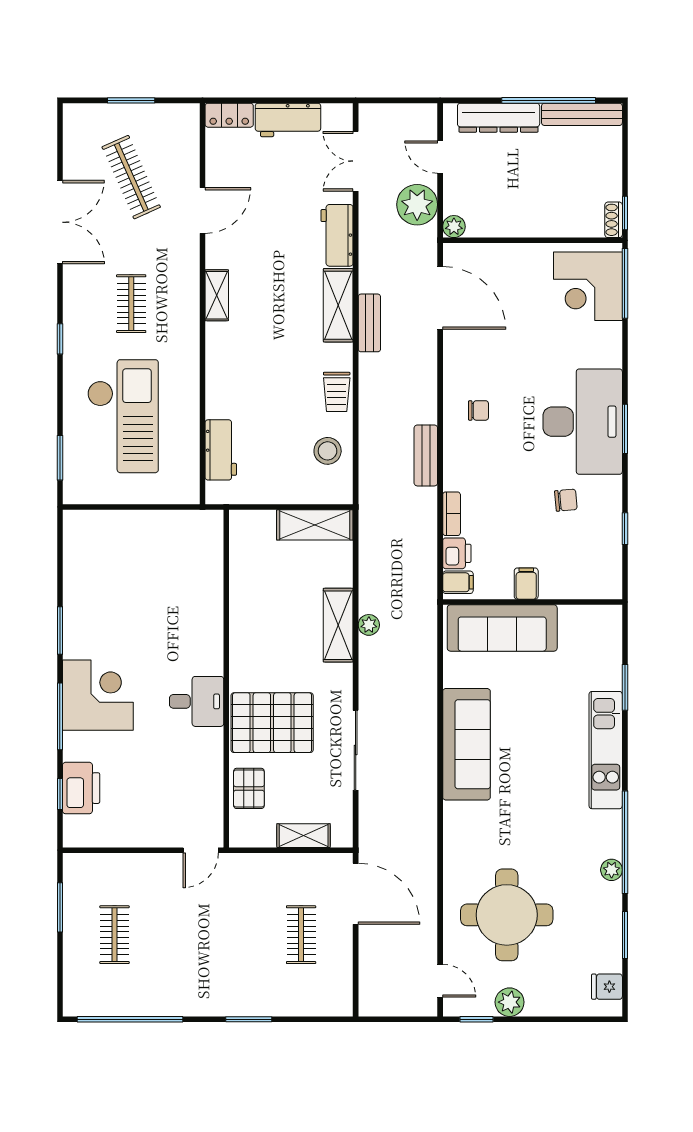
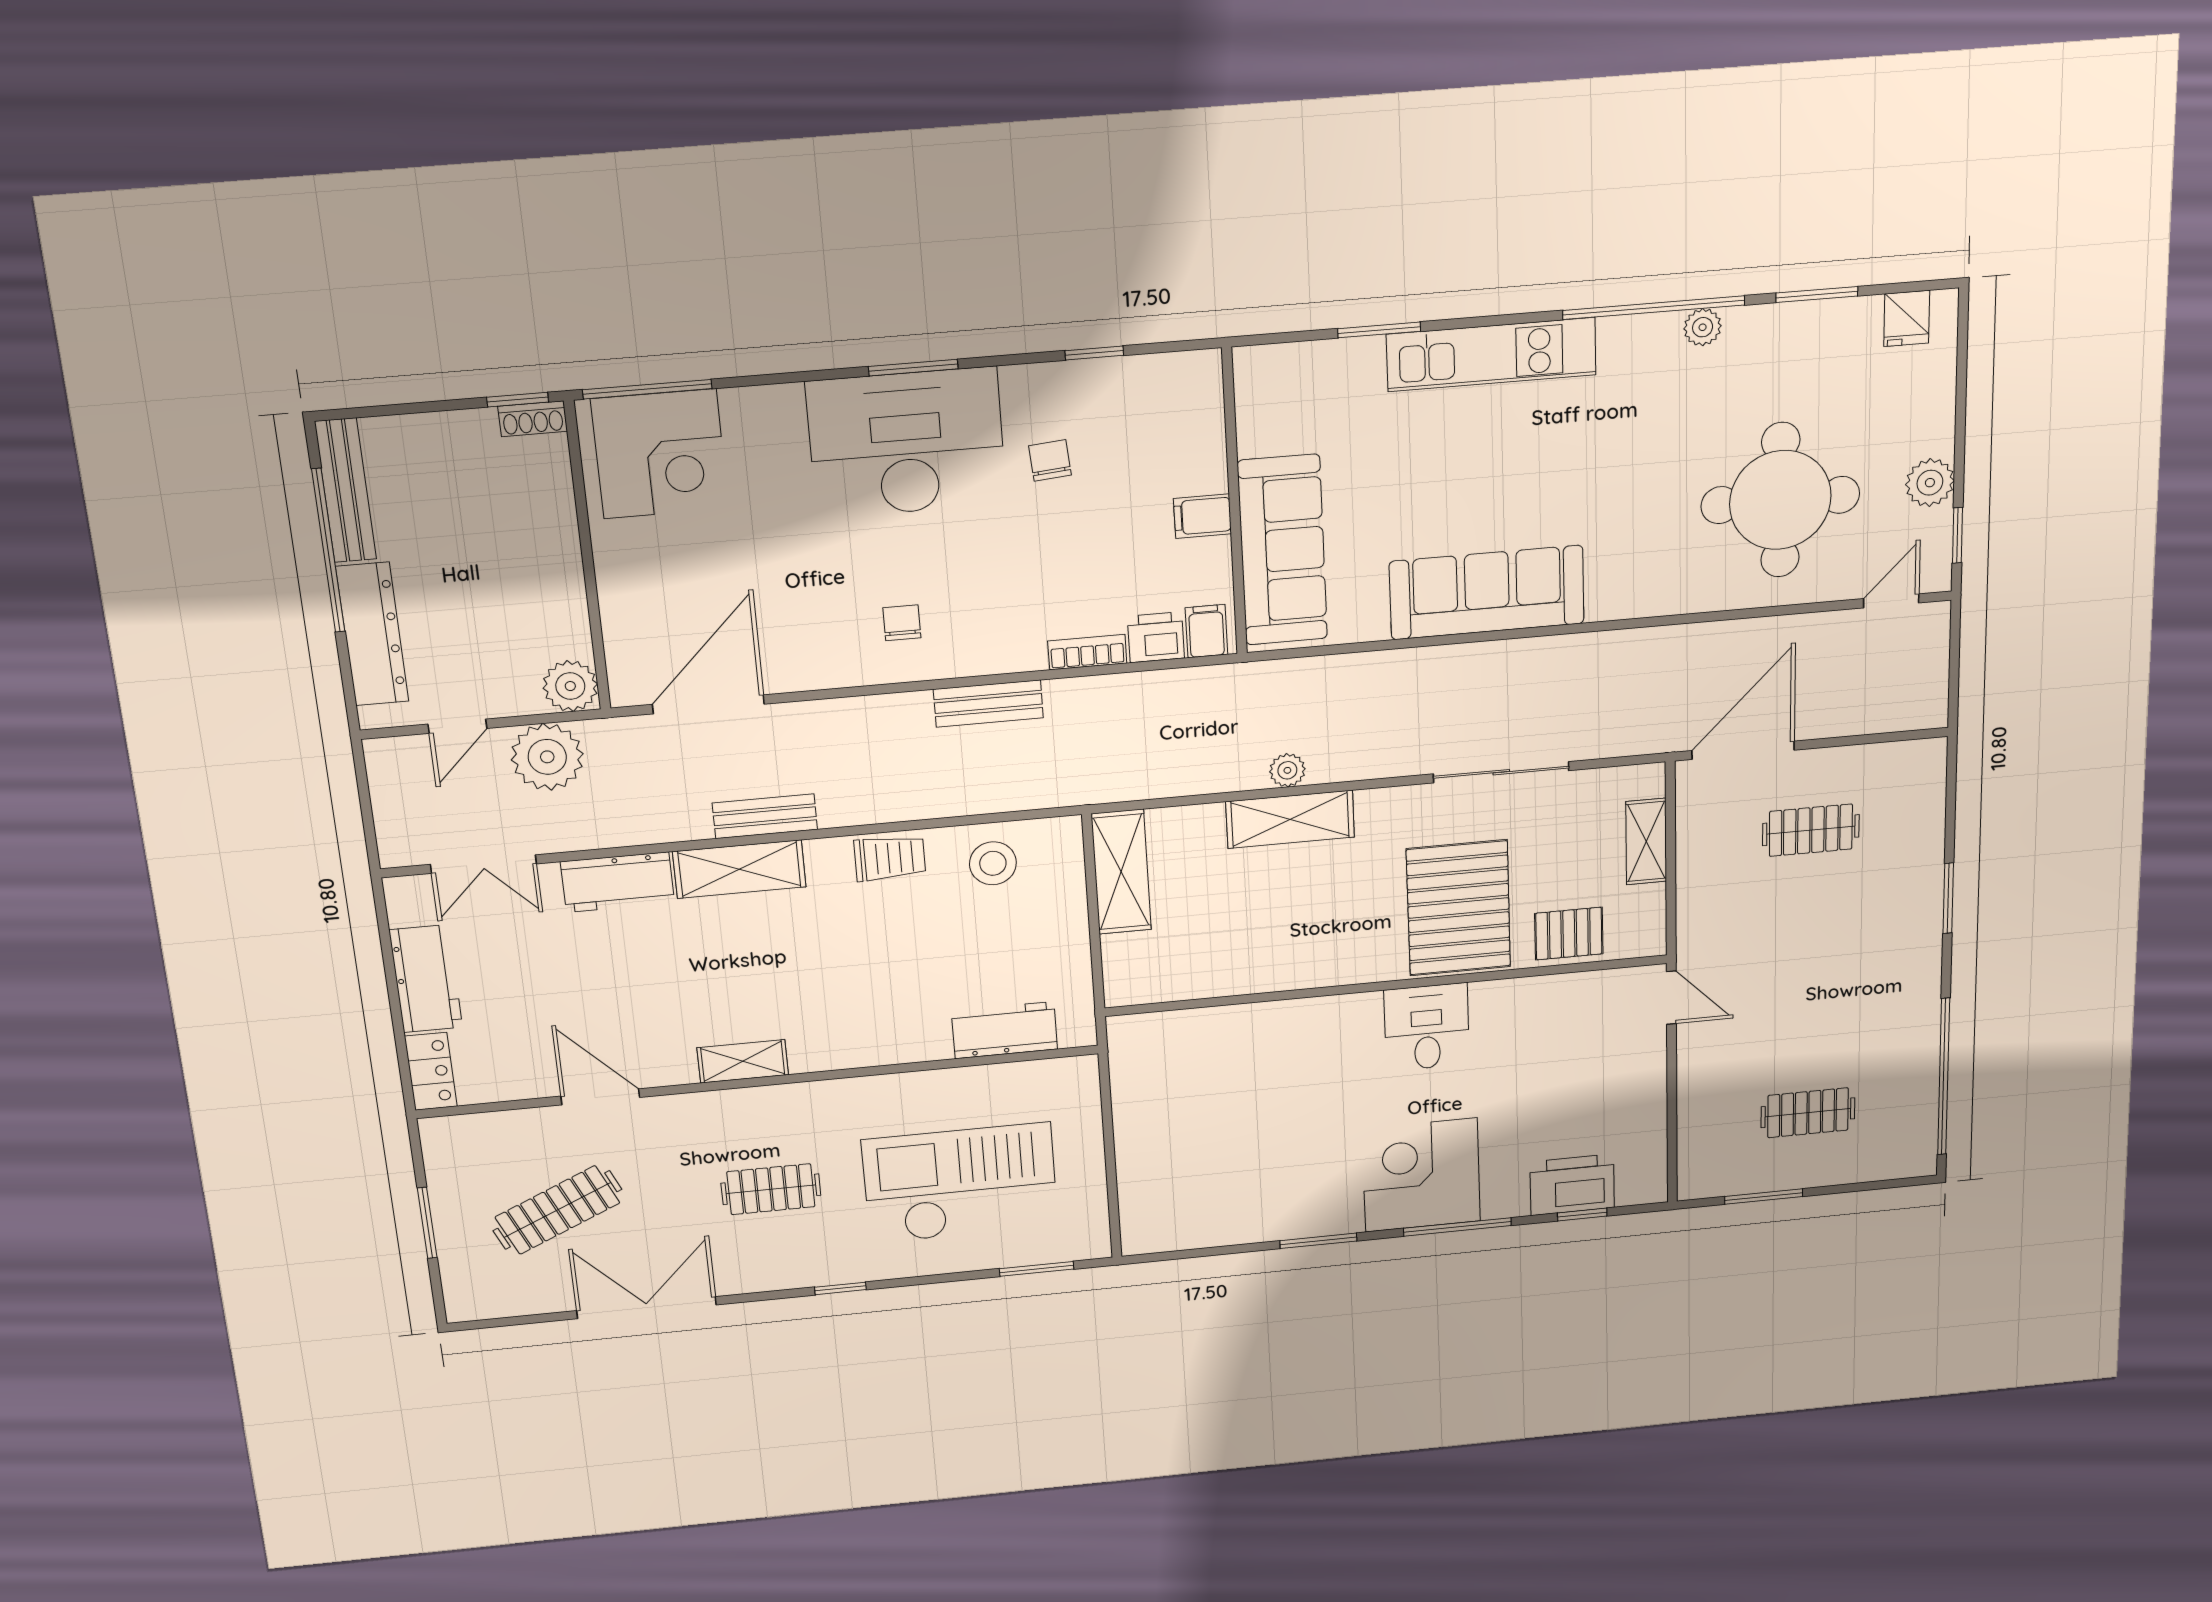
plant: (454, 227) -> (570, 686), width x1.38, depth x1.38

